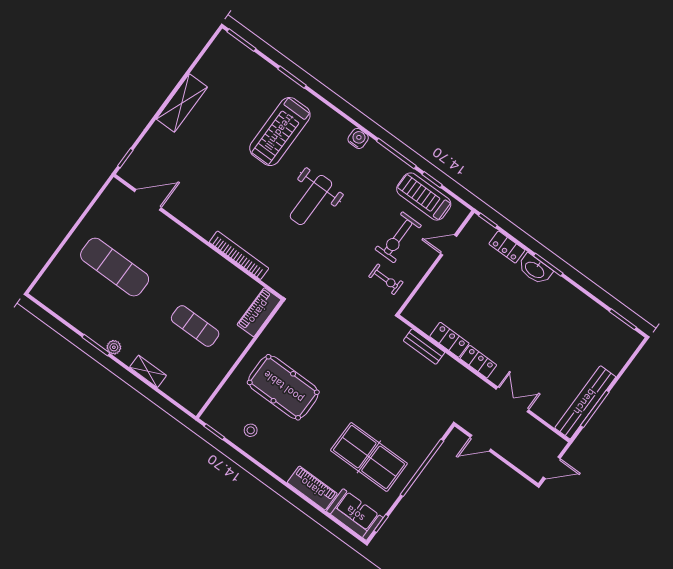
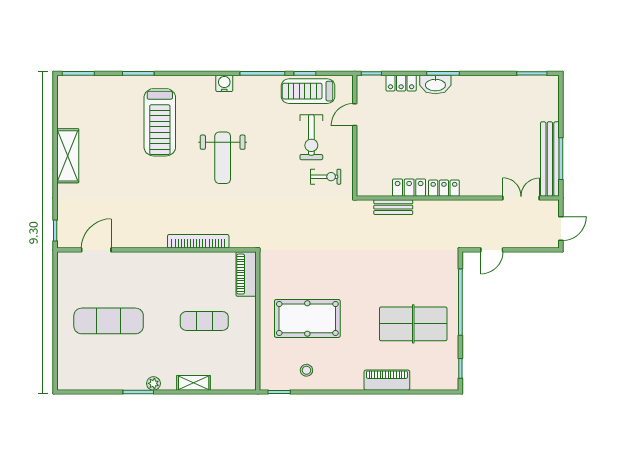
double door: (512, 399) -> (521, 198), moved
sofa: (355, 514) -> (435, 376), removed

